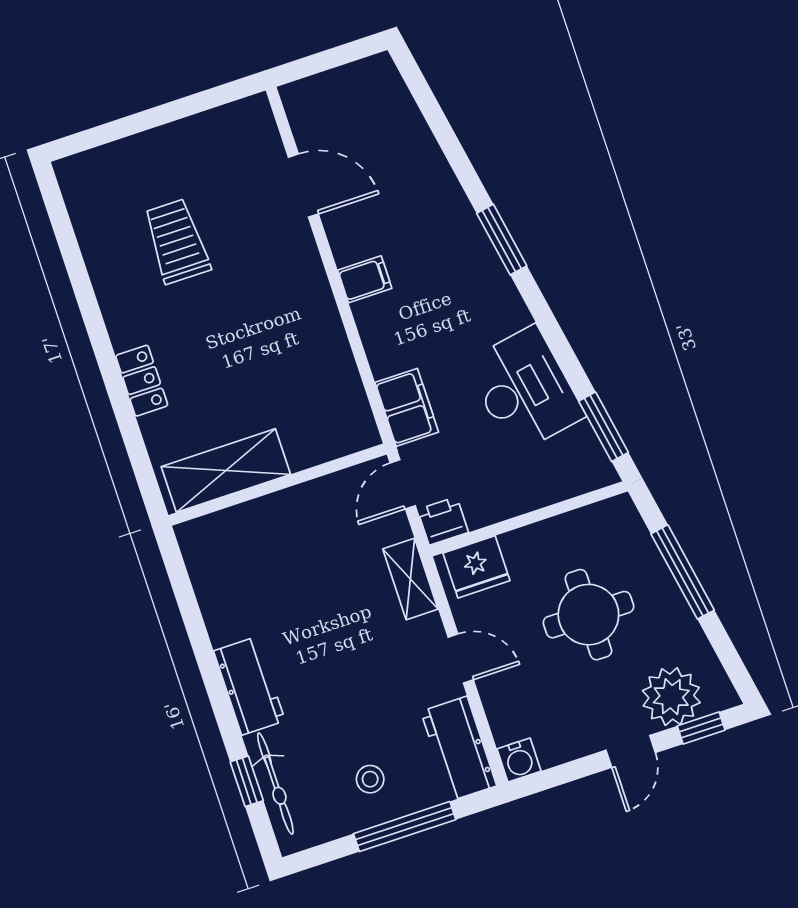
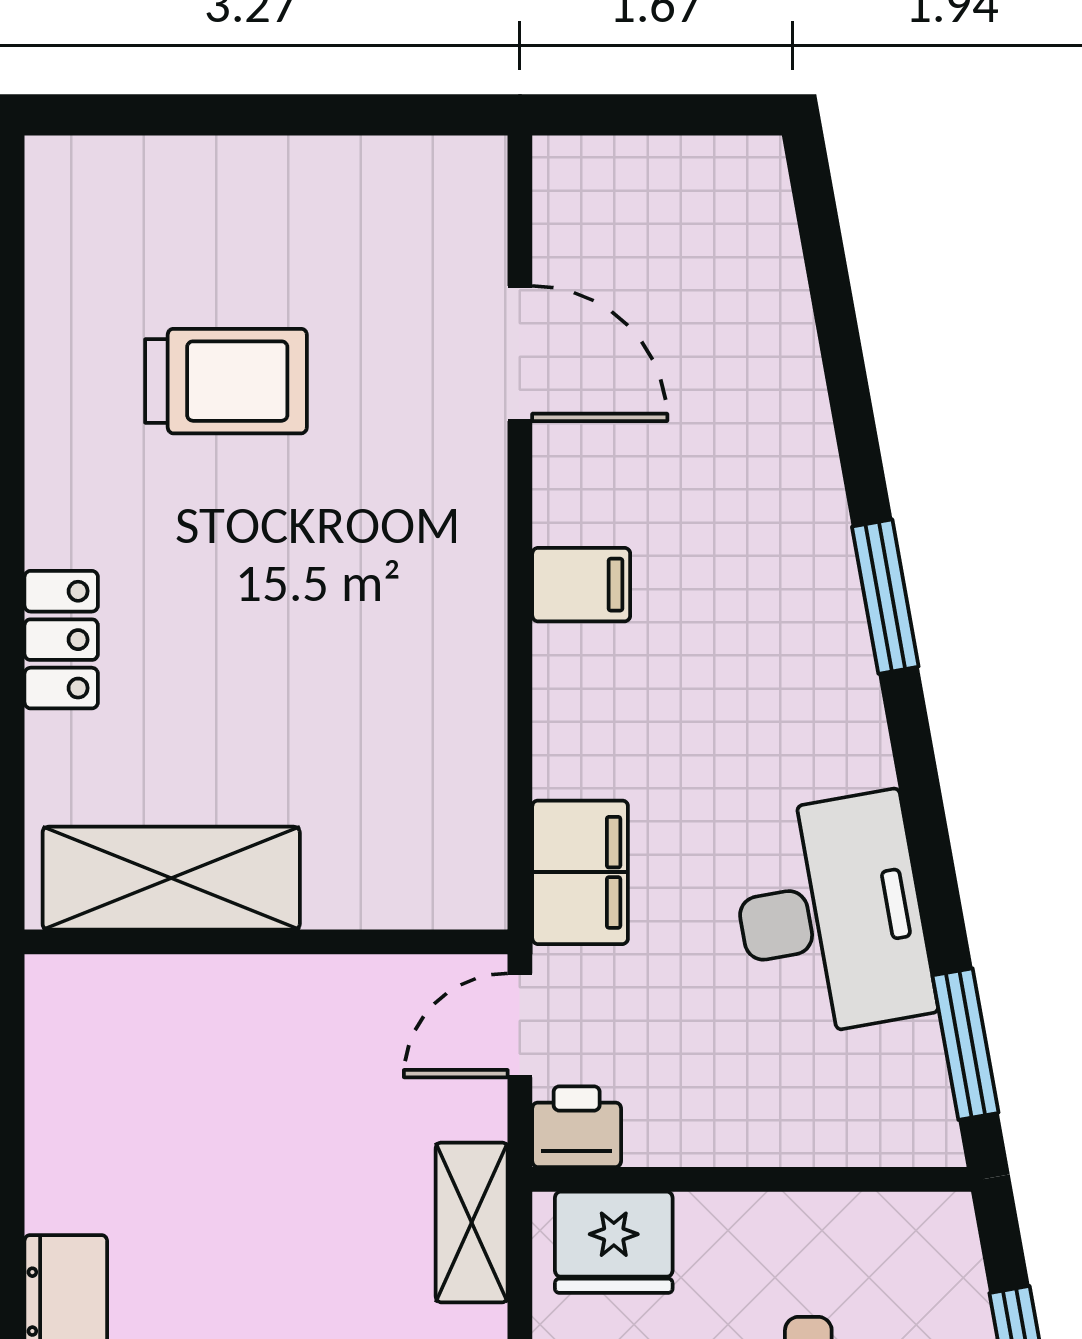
trolley: (177, 241) -> (226, 381), turned 90

